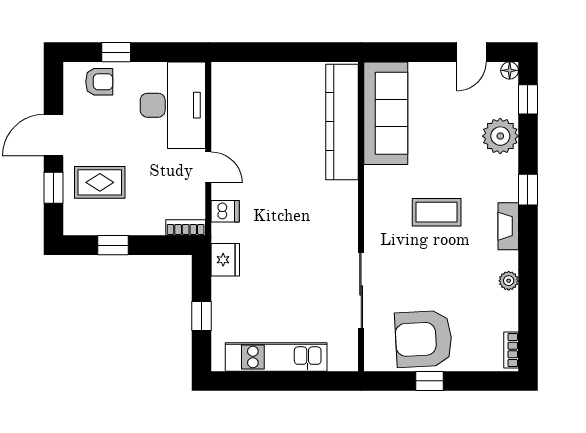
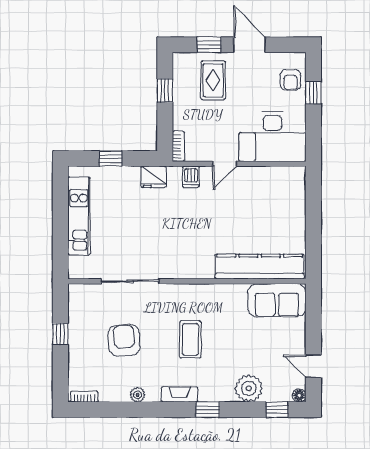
sofa: (386, 113) -> (277, 300), width x0.73
armchair: (424, 339) -> (124, 340), moved, width x0.73, depth x0.73

